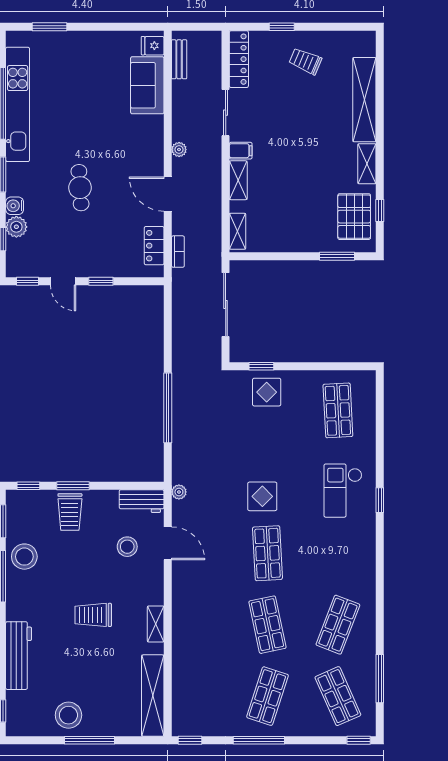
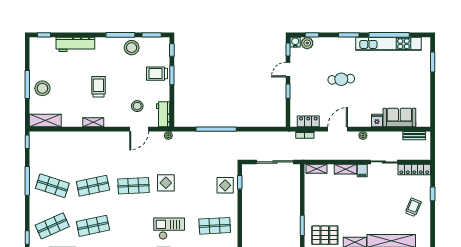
fridge: (153, 46) -> (377, 121), moved
water cooler: (15, 206) -> (295, 42), moved
plant: (16, 227) -> (307, 43), moved
shop shelf: (338, 625) -> (93, 226), turned -33
shelving: (153, 696) -> (45, 121), width x0.68
stool: (68, 715) -> (42, 88), moved

